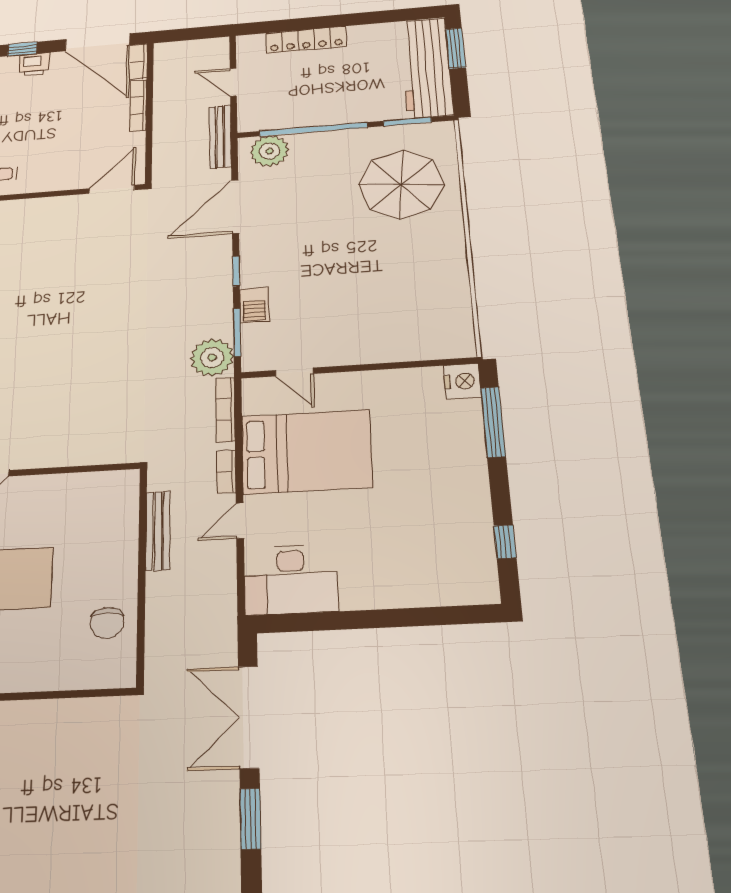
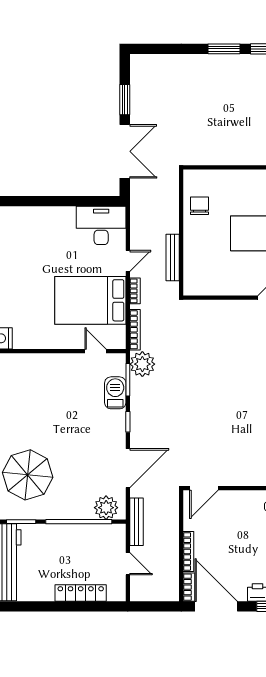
barbecue: (254, 305) -> (115, 393), width x1.38, depth x1.27

